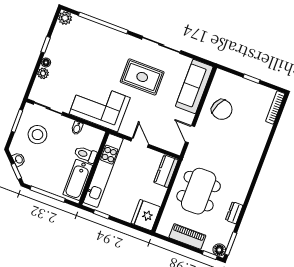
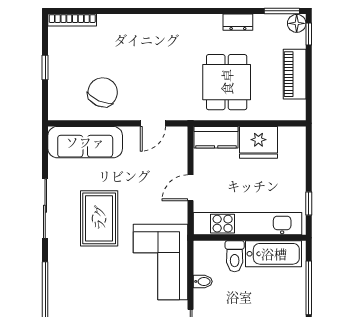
dining table: (199, 191) -> (227, 82), width x0.73
fridge: (146, 215) -> (258, 142), moved

